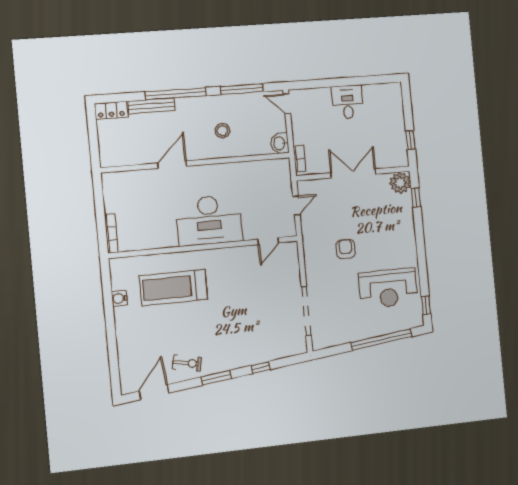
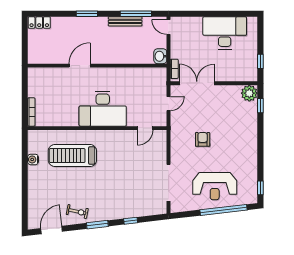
window: (176, 94) -> (87, 14), width x0.47
desk: (347, 102) -> (225, 33), width x1.87, depth x1.30
bench: (151, 106) -> (125, 21), moved
stool: (222, 131) -> (119, 44), removed
double door: (353, 173) -> (197, 83), moved
reception desk: (388, 288) -> (215, 186), moved

